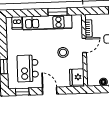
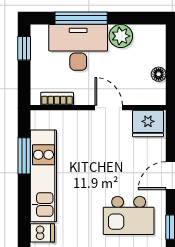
door: (84, 45) -> (109, 108), moved
stool: (63, 52) -> (101, 148), removed

